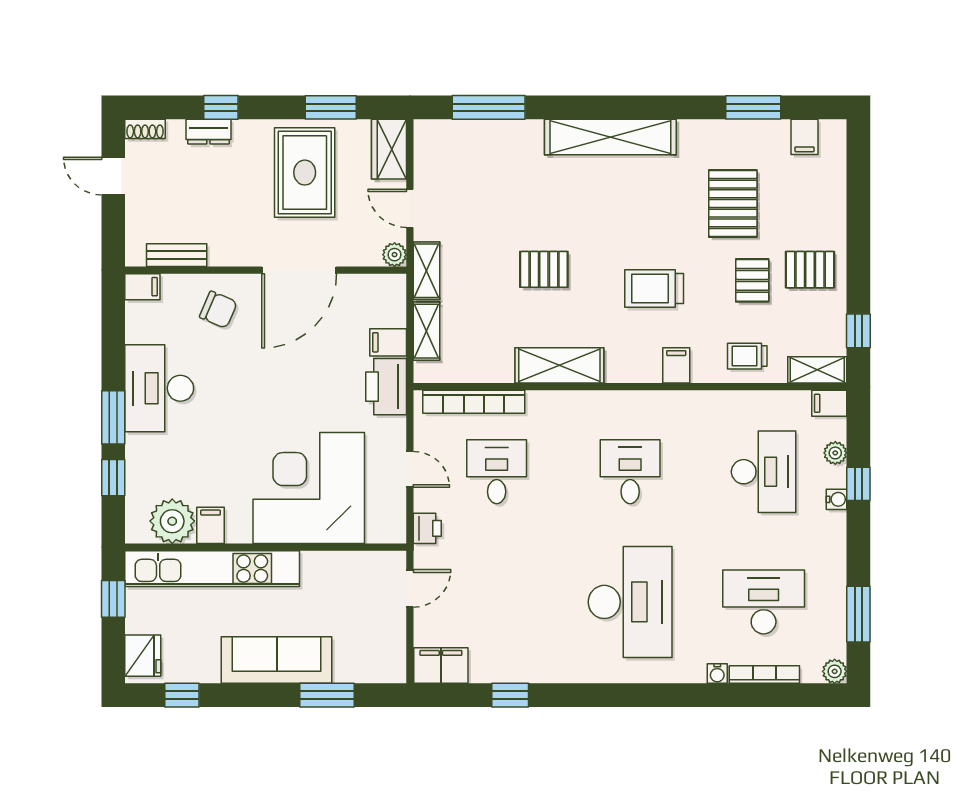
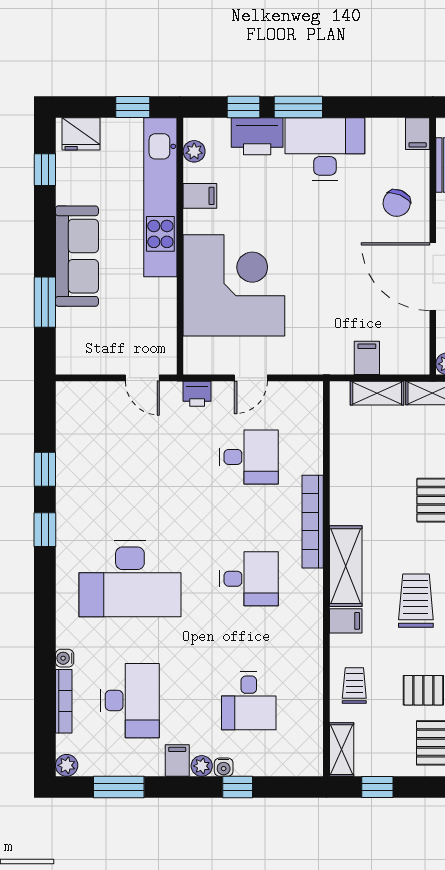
shelving: (559, 365) -> (346, 566), moved
printer: (386, 387) -> (257, 136), moved, turned 180
bookcase: (474, 402) -> (313, 522), moved
filing cabinet: (829, 403) -> (177, 760), moved
plant: (835, 453) -> (202, 766), moved
desk: (764, 472) -> (249, 701), width x0.73
plant: (172, 521) -> (194, 151), width x0.53, depth x0.53
filing cabinet: (441, 666) -> (72, 406), removed
window: (576, 695) -> (45, 530), added

